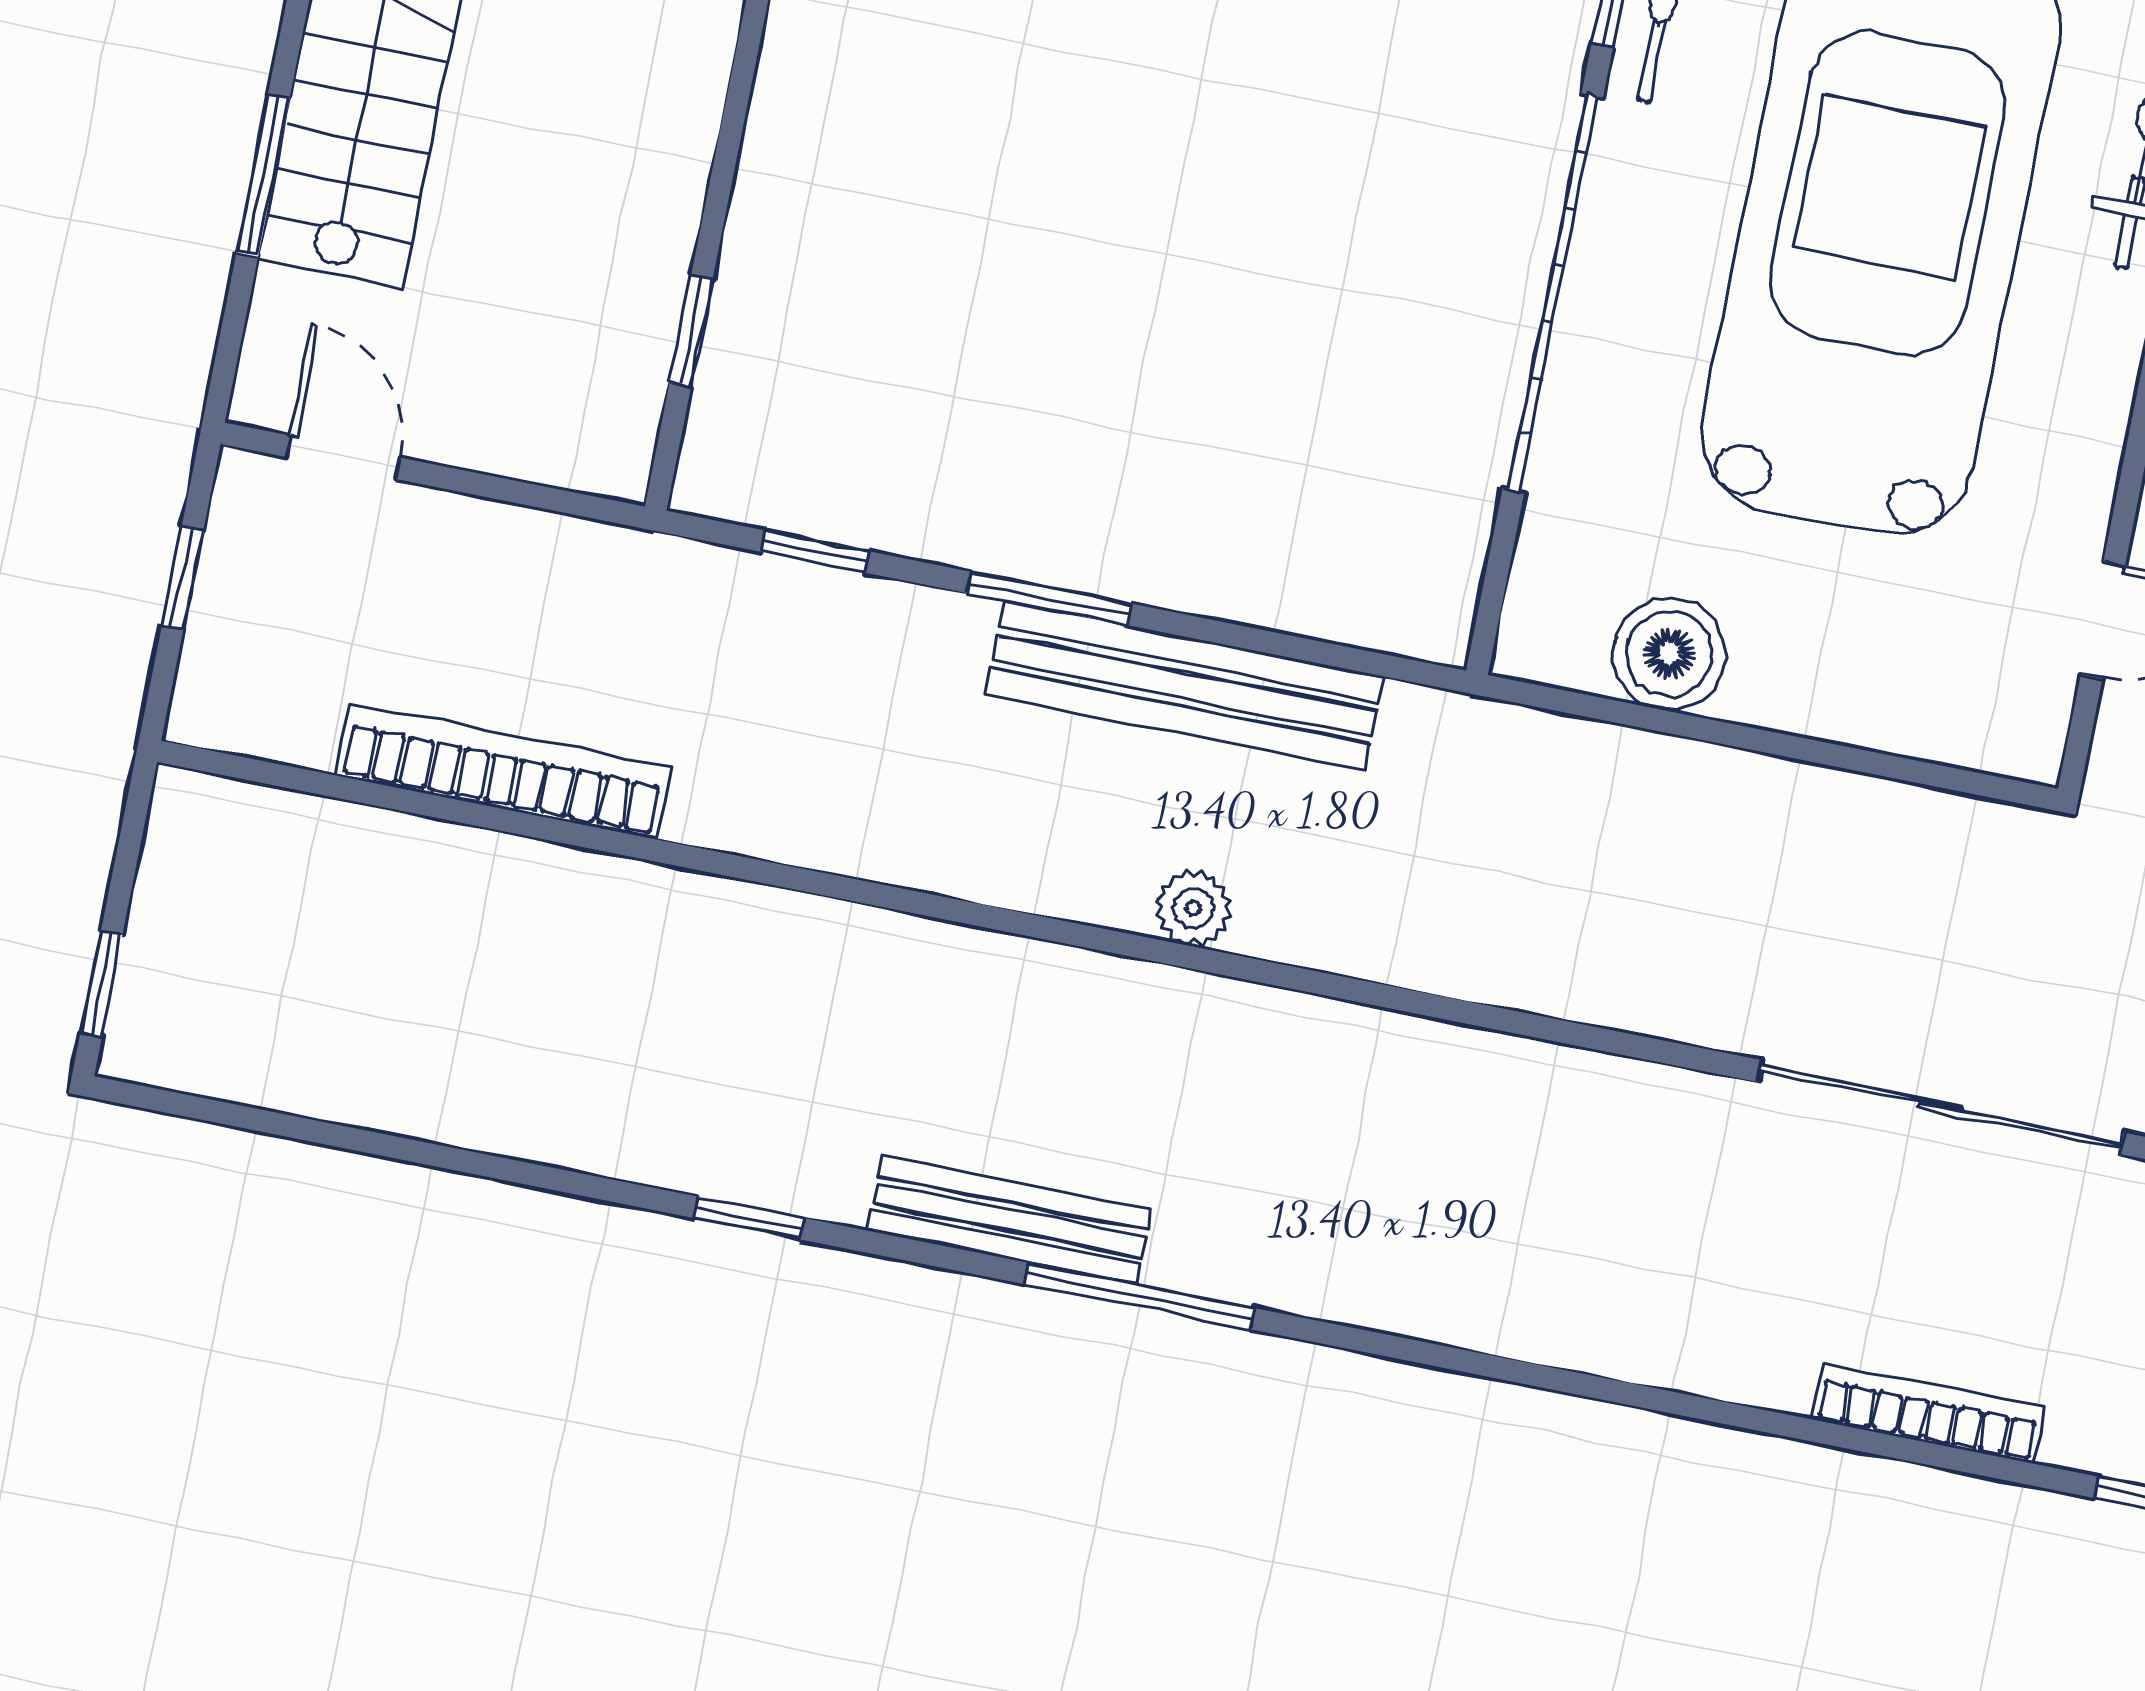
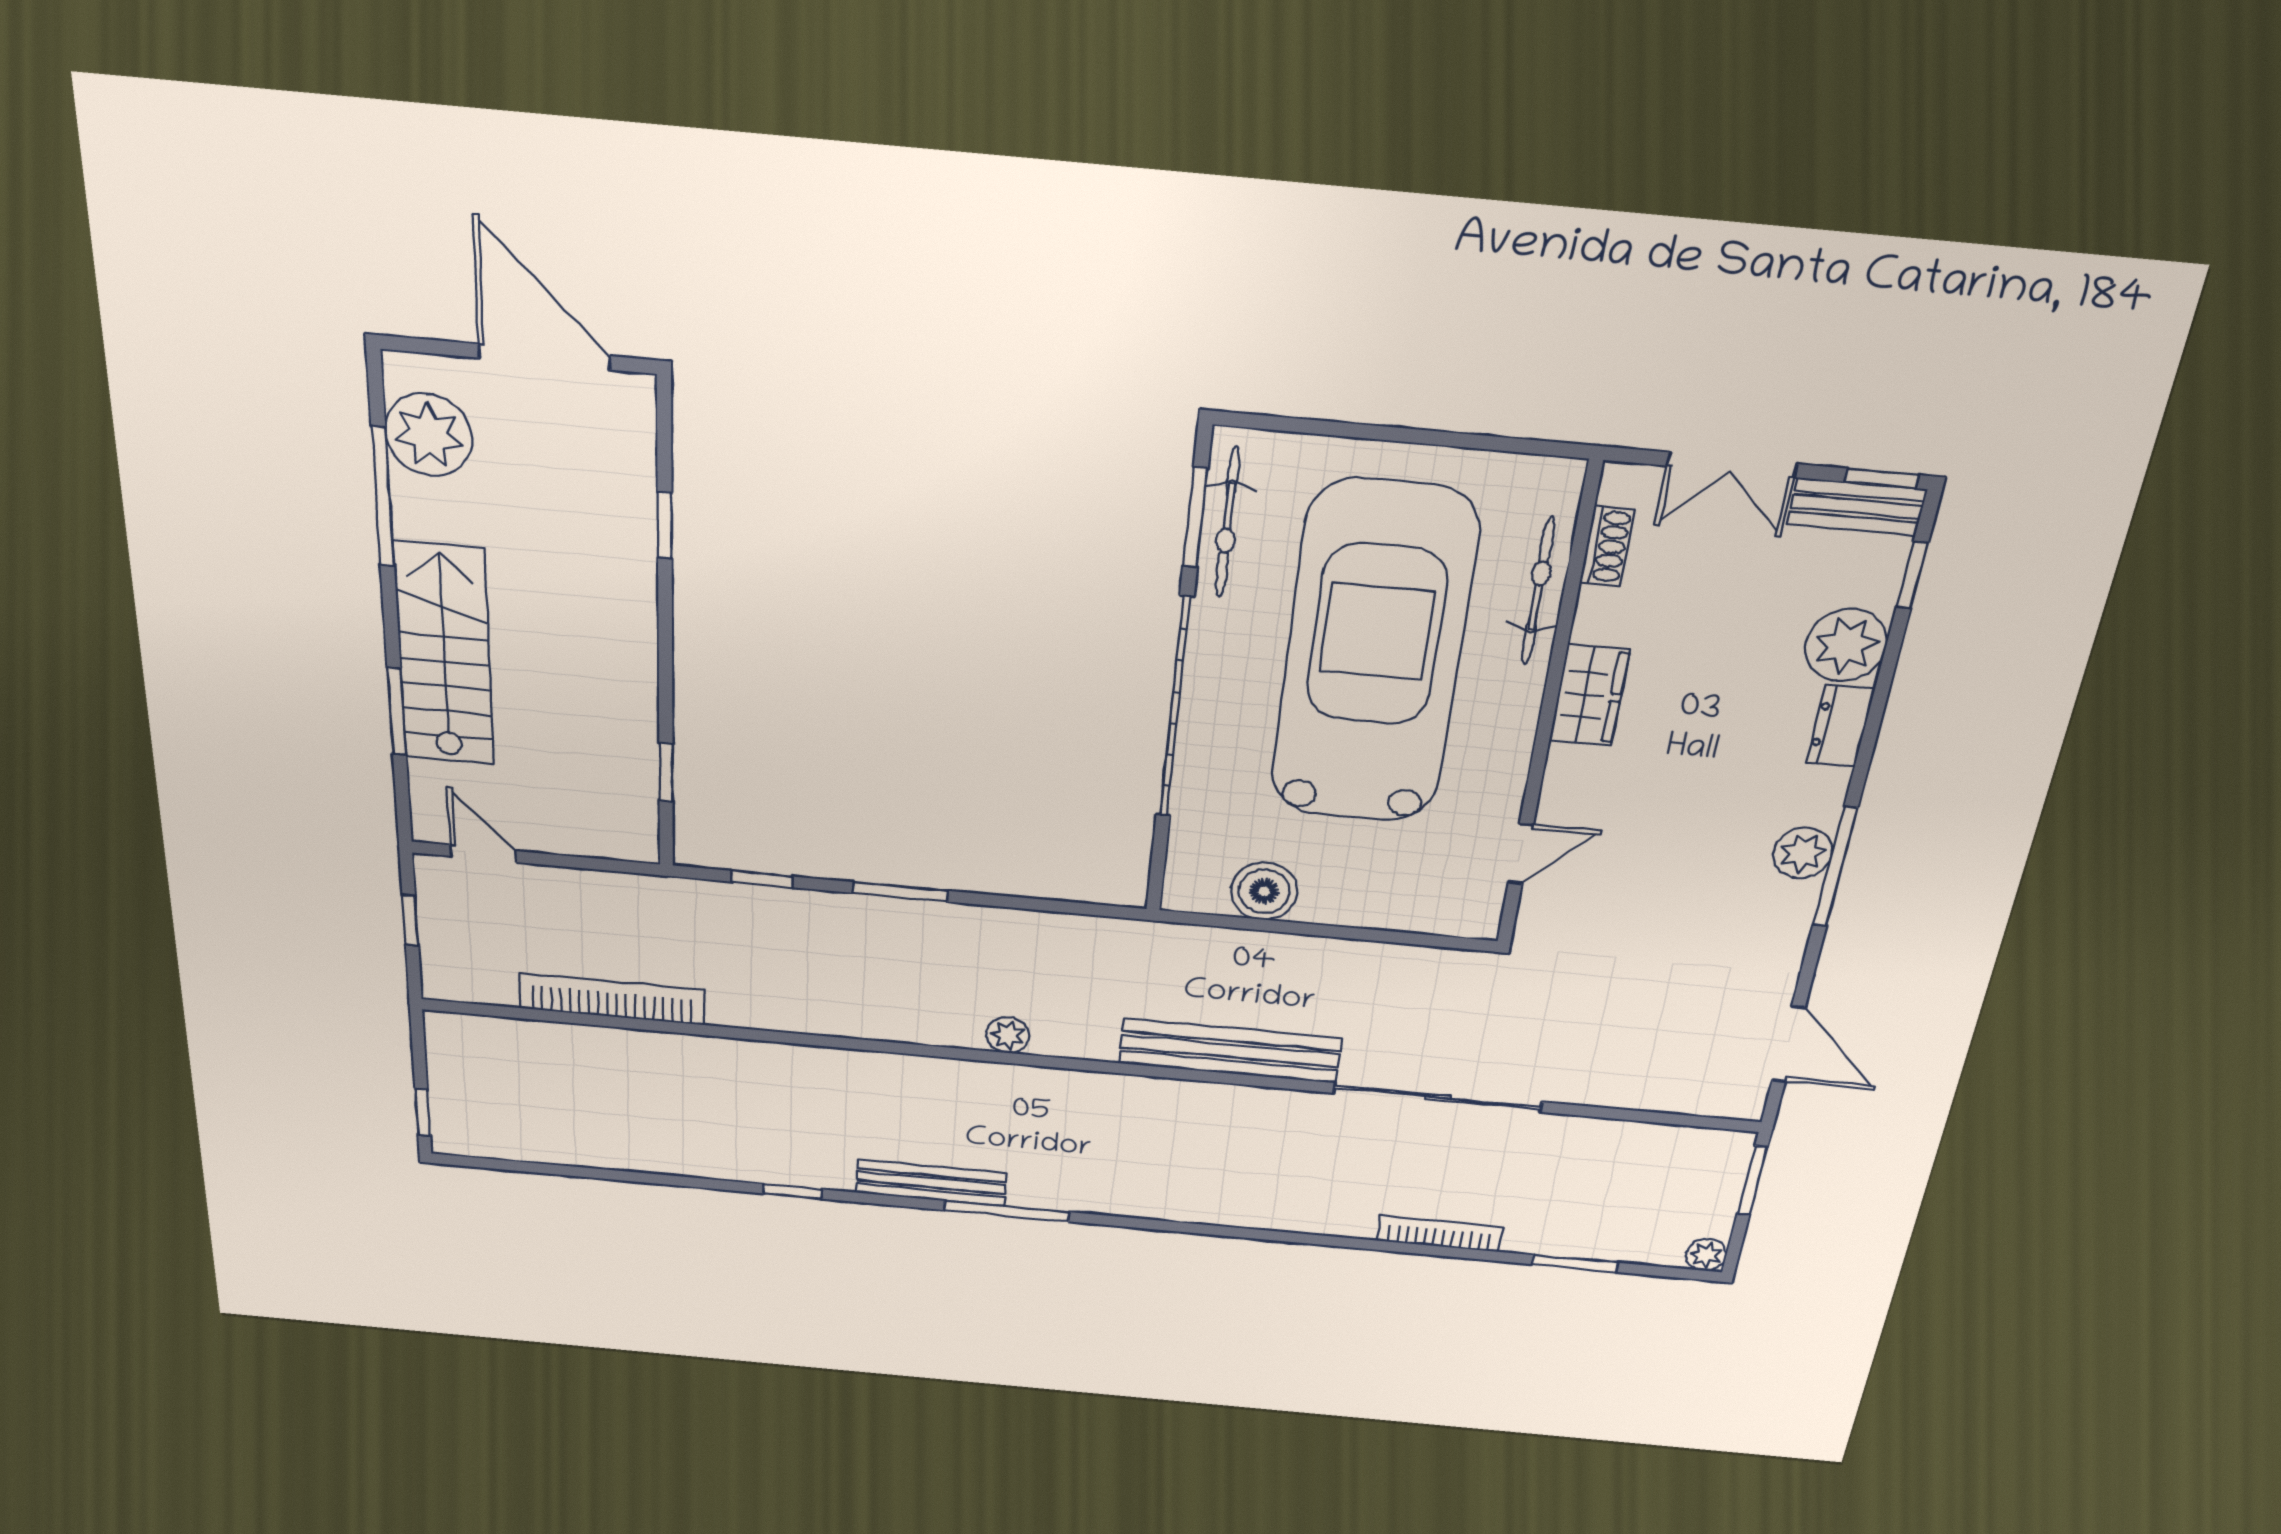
bench: (1185, 685) -> (1230, 1051), moved

